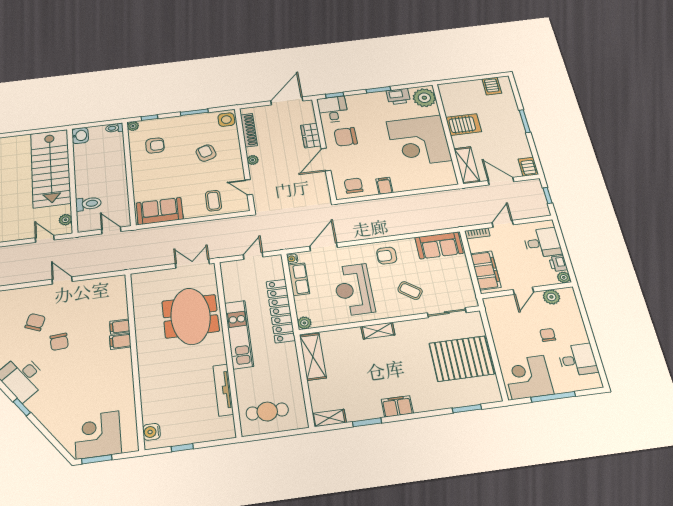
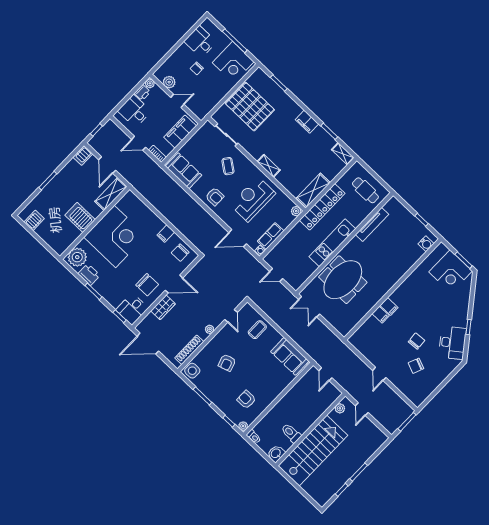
toilet: (88, 204) -> (291, 433), moved
reception desk: (354, 290) -> (253, 199), turned 180
locker: (281, 311) -> (322, 207), moved

